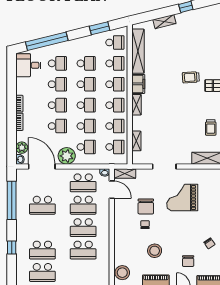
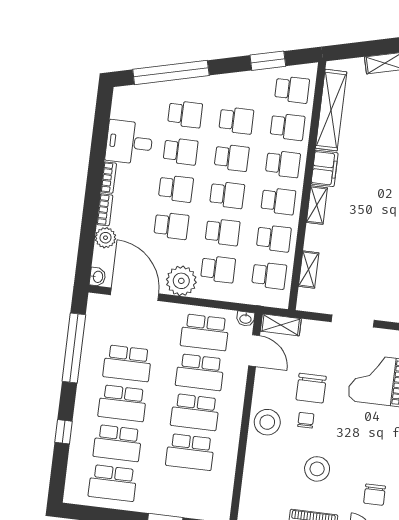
desk: (28, 65) -> (129, 142), moved
plant: (22, 148) -> (106, 238), moved
school desk: (42, 228) -> (122, 403), added
stool: (122, 273) -> (267, 422), moved

